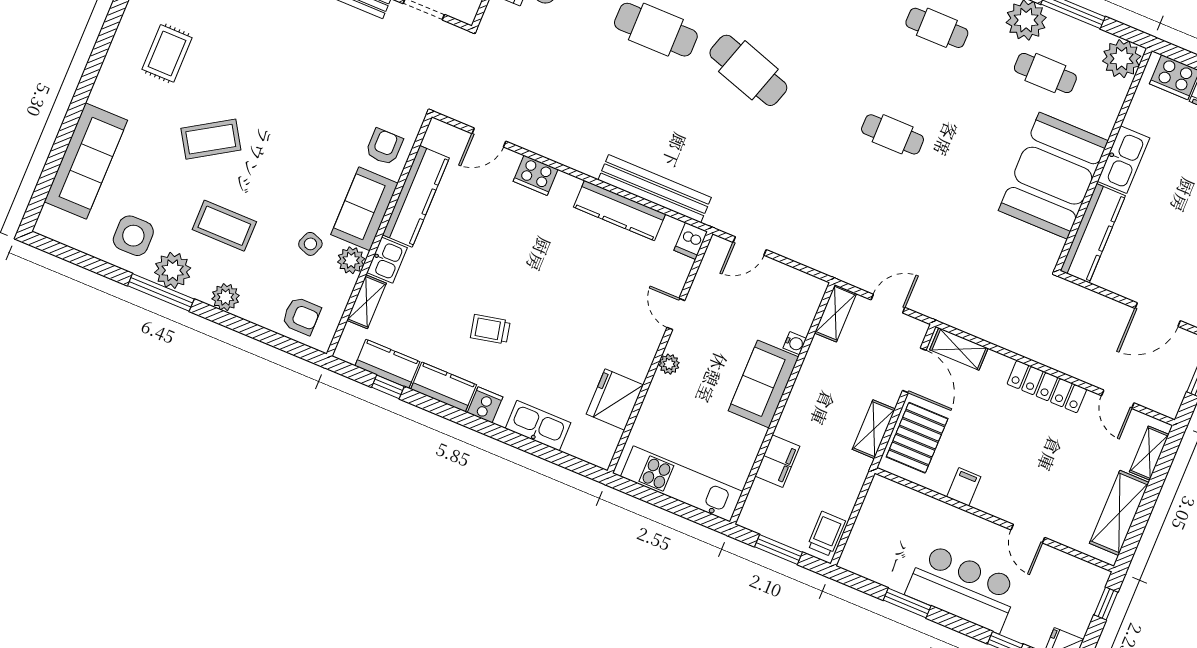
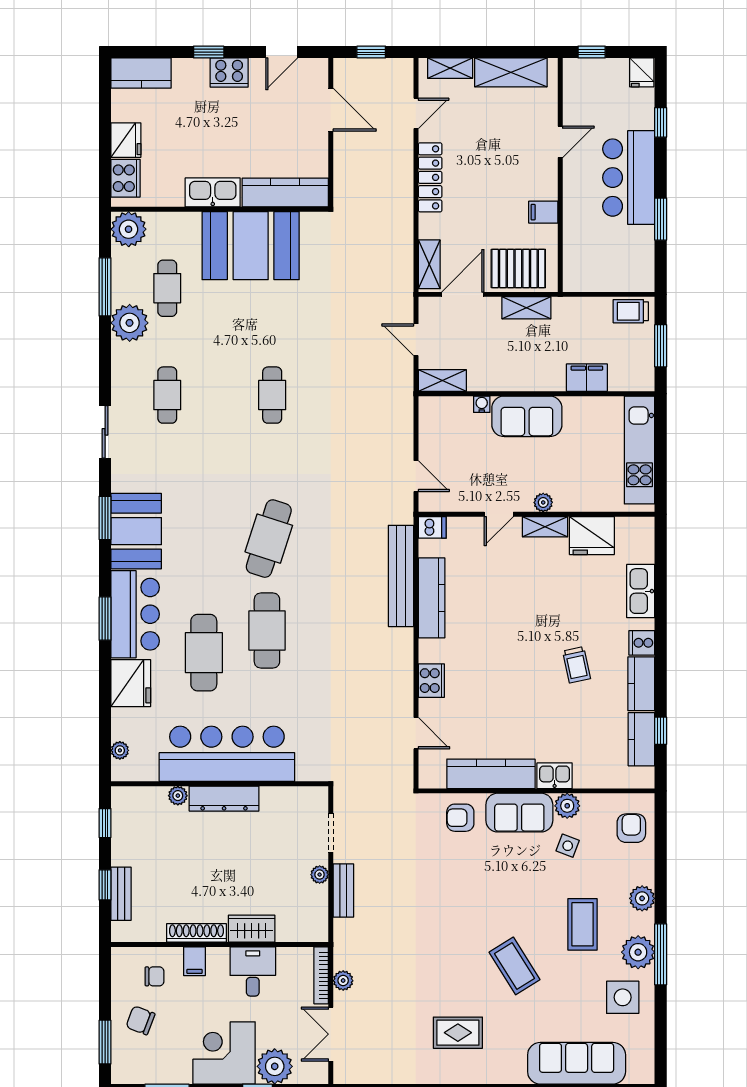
shelving: (367, 302) -> (545, 527), moved

